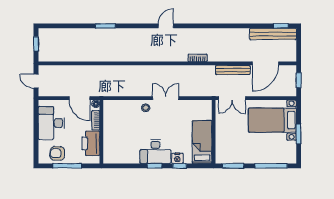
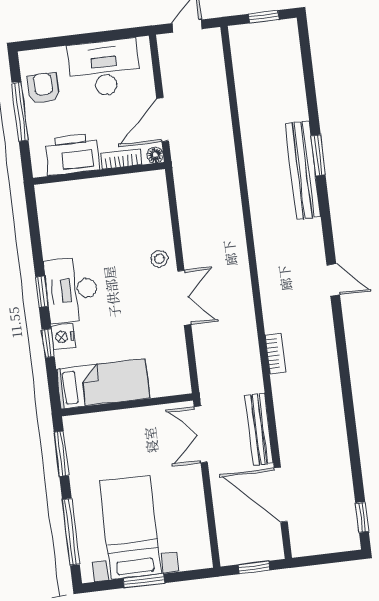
bench: (273, 34) -> (303, 170), moved
bed with nightstands: (272, 120) -> (130, 527), moved

